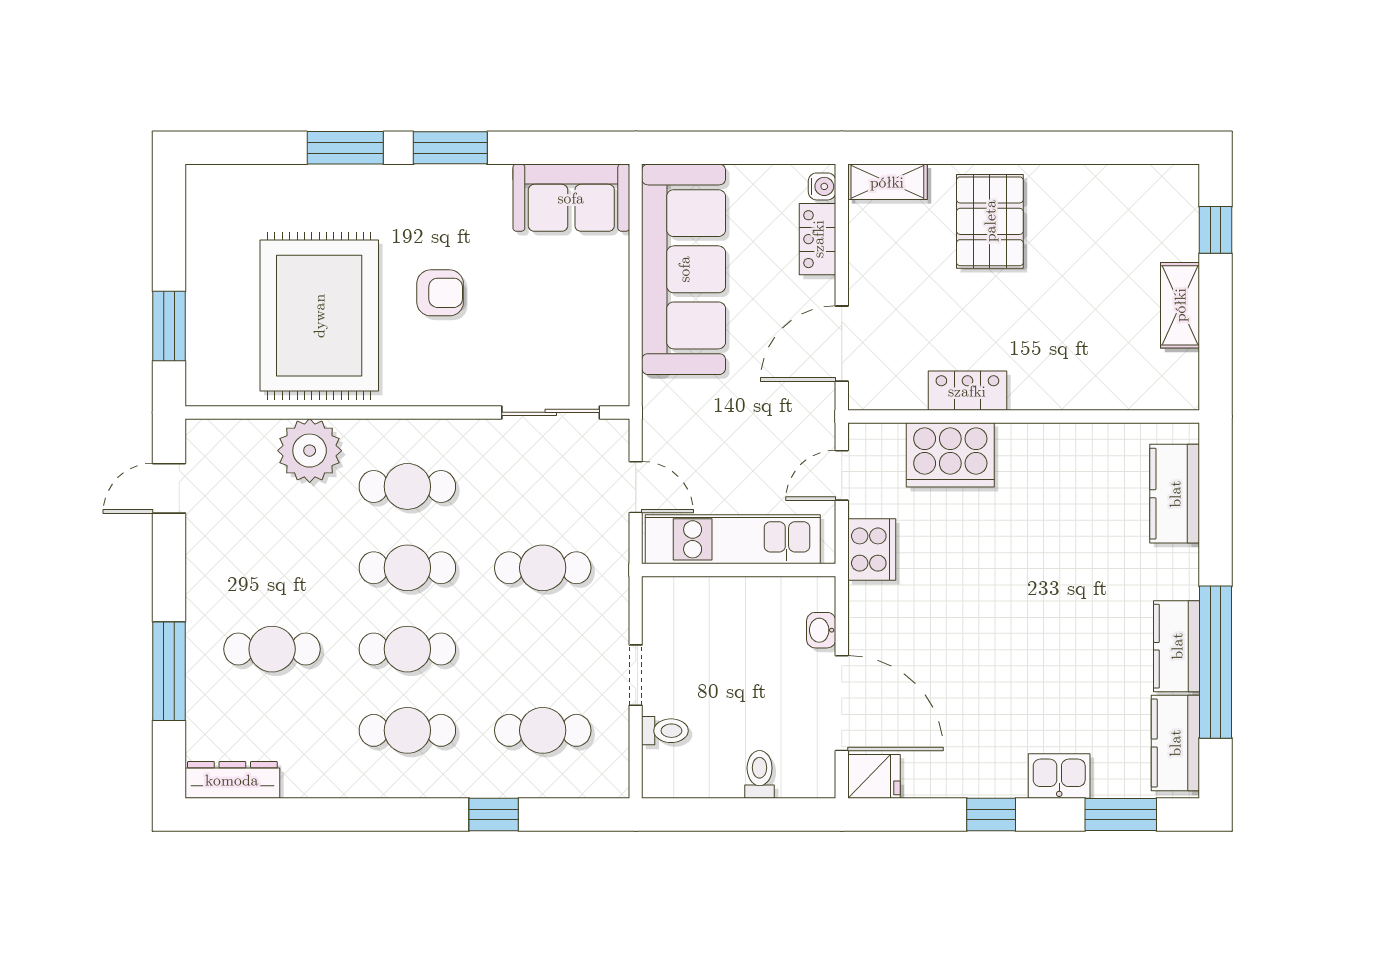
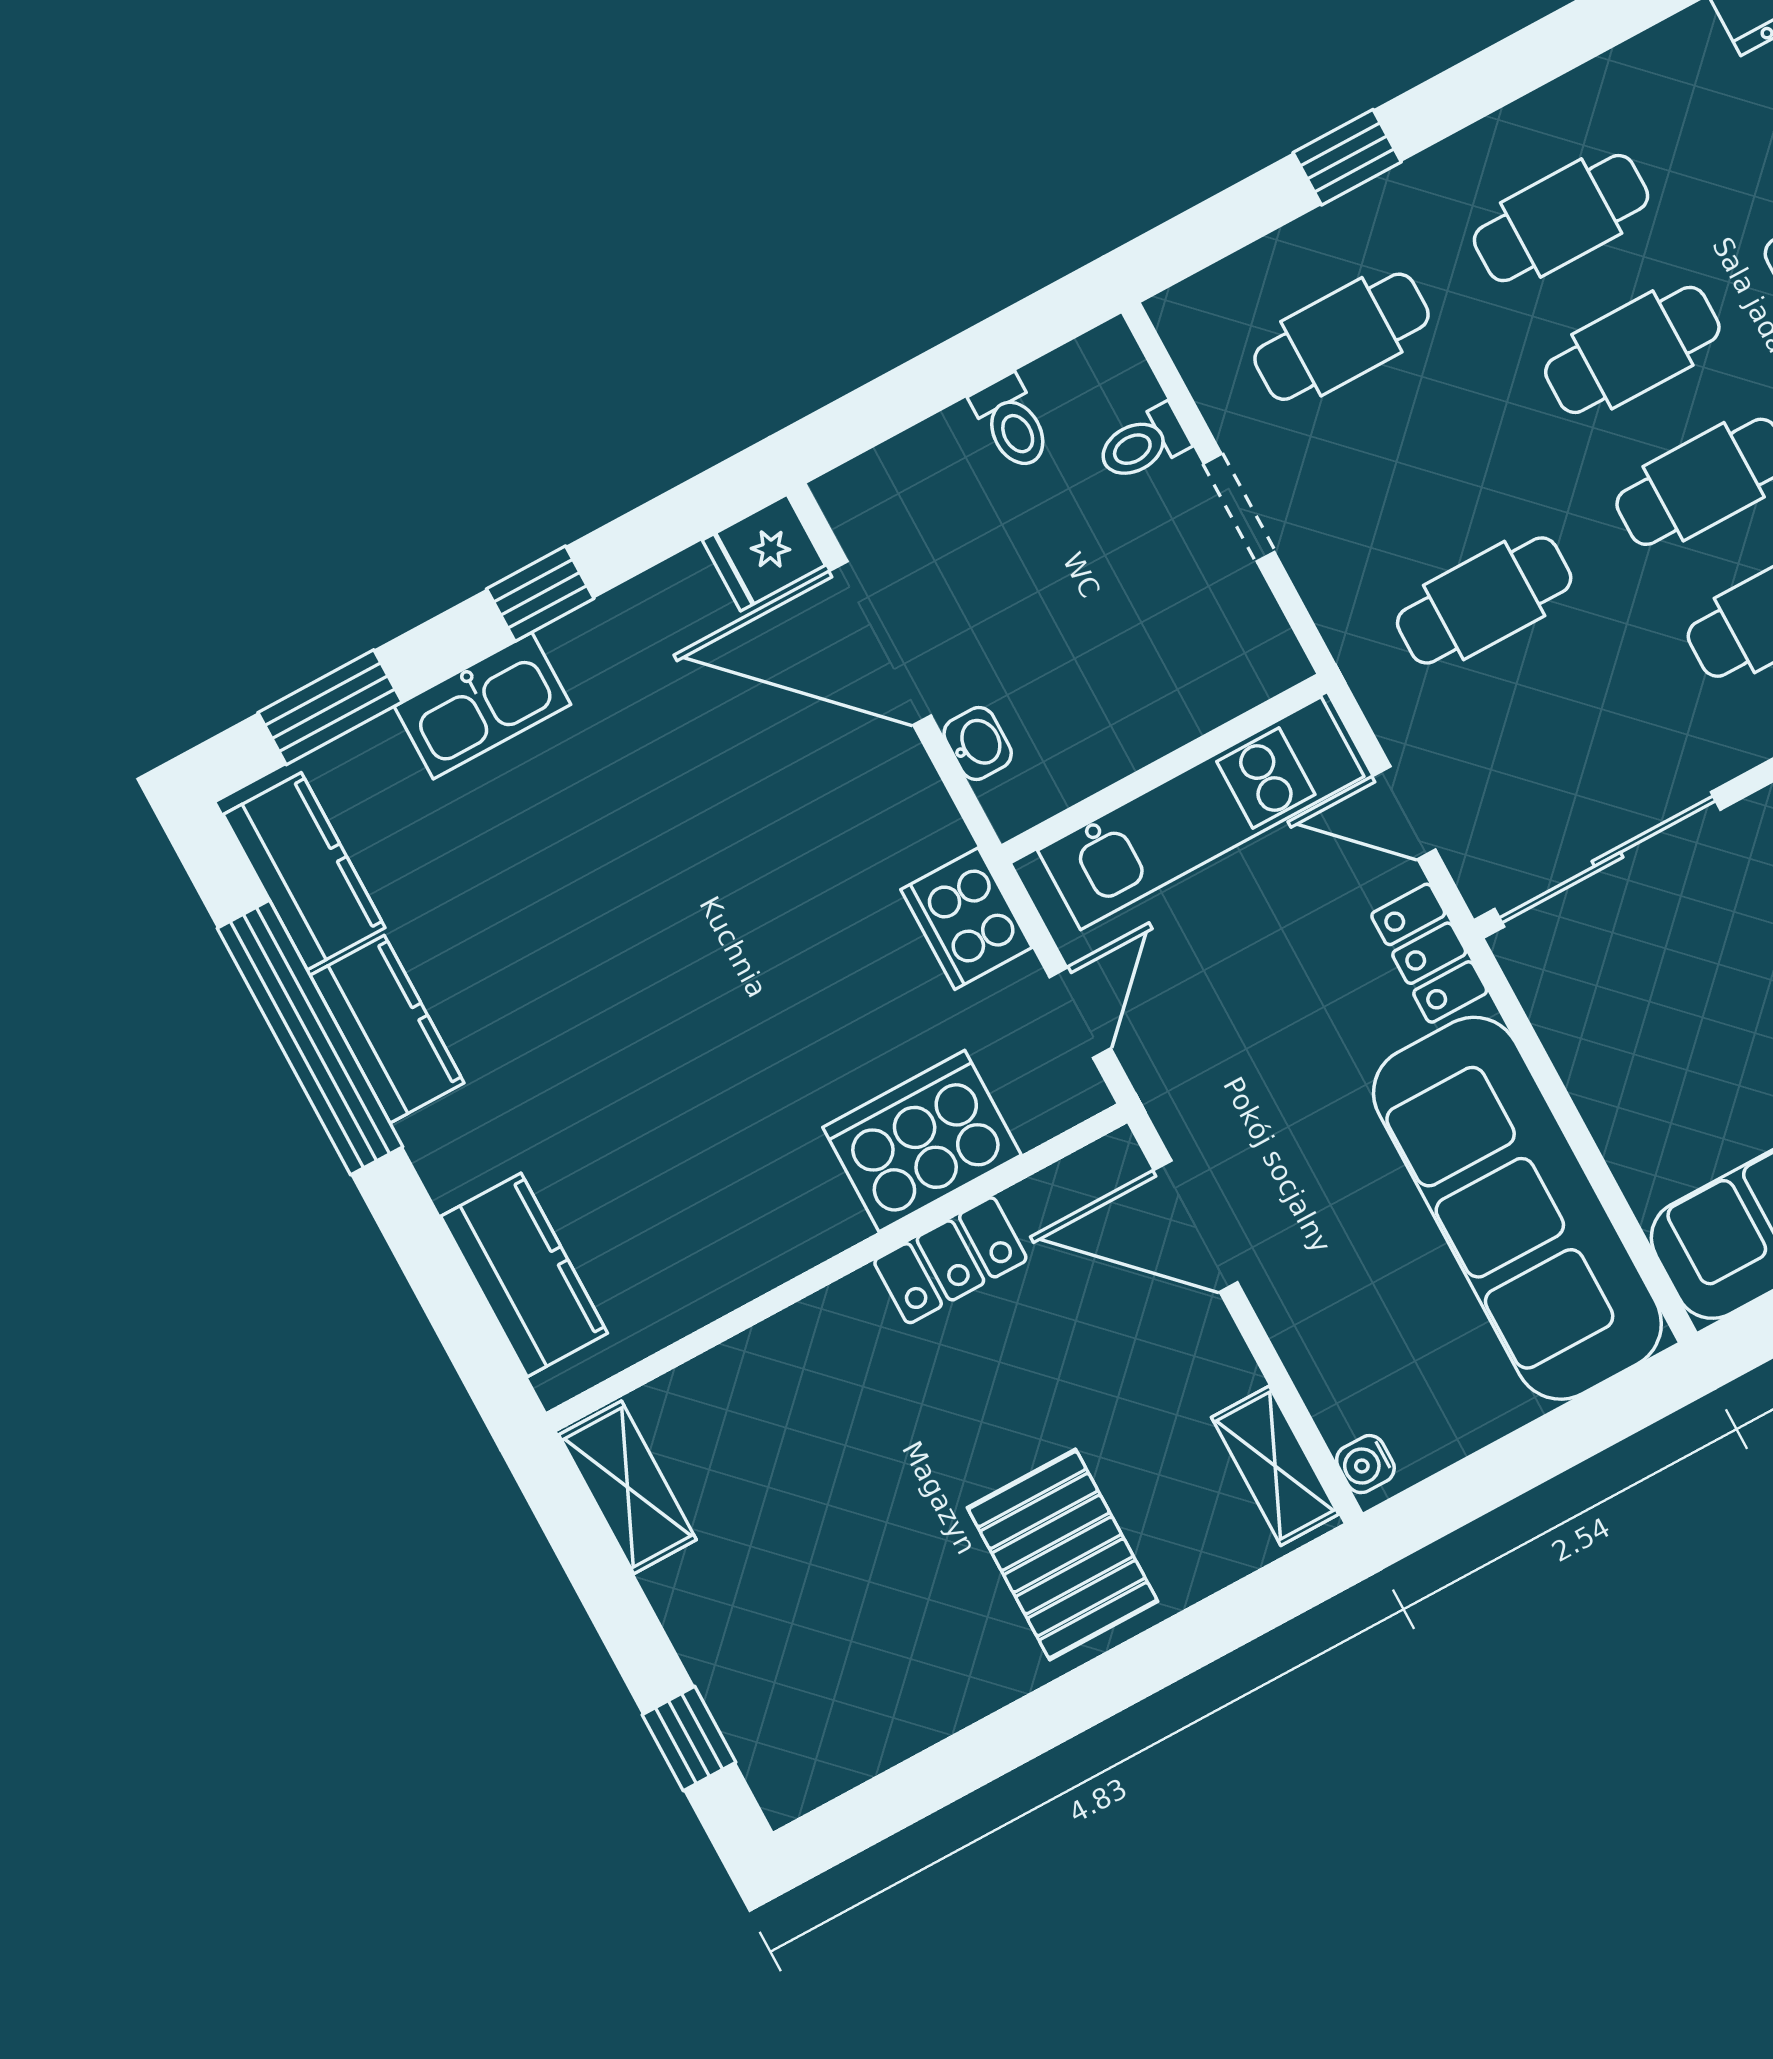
shelving: (887, 182) -> (1275, 1466), moved, turned 90
locker: (818, 239) -> (1429, 953), moved, turned 180
shelving: (1180, 305) -> (628, 1487), moved
door: (842, 344) -> (1196, 1226), swing flipped
sliding door: (551, 412) -> (1607, 859), width x1.37
toilet: (760, 774) -> (1012, 423), moved
kitchen sink: (1059, 776) -> (483, 706), width x1.38

